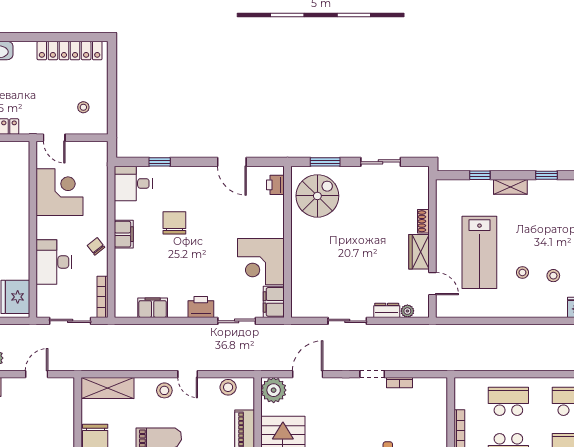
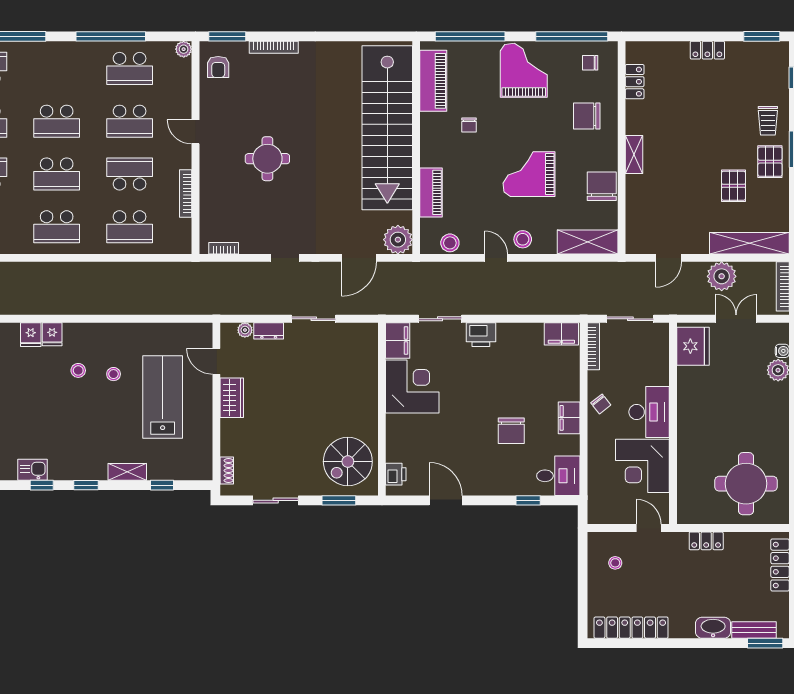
shoe rack: (423, 221) -> (227, 471), moved
desk: (54, 262) -> (649, 412), moved
filing cabinet: (153, 308) -> (561, 334), moved
bookcase: (399, 383) -> (224, 248), moved

